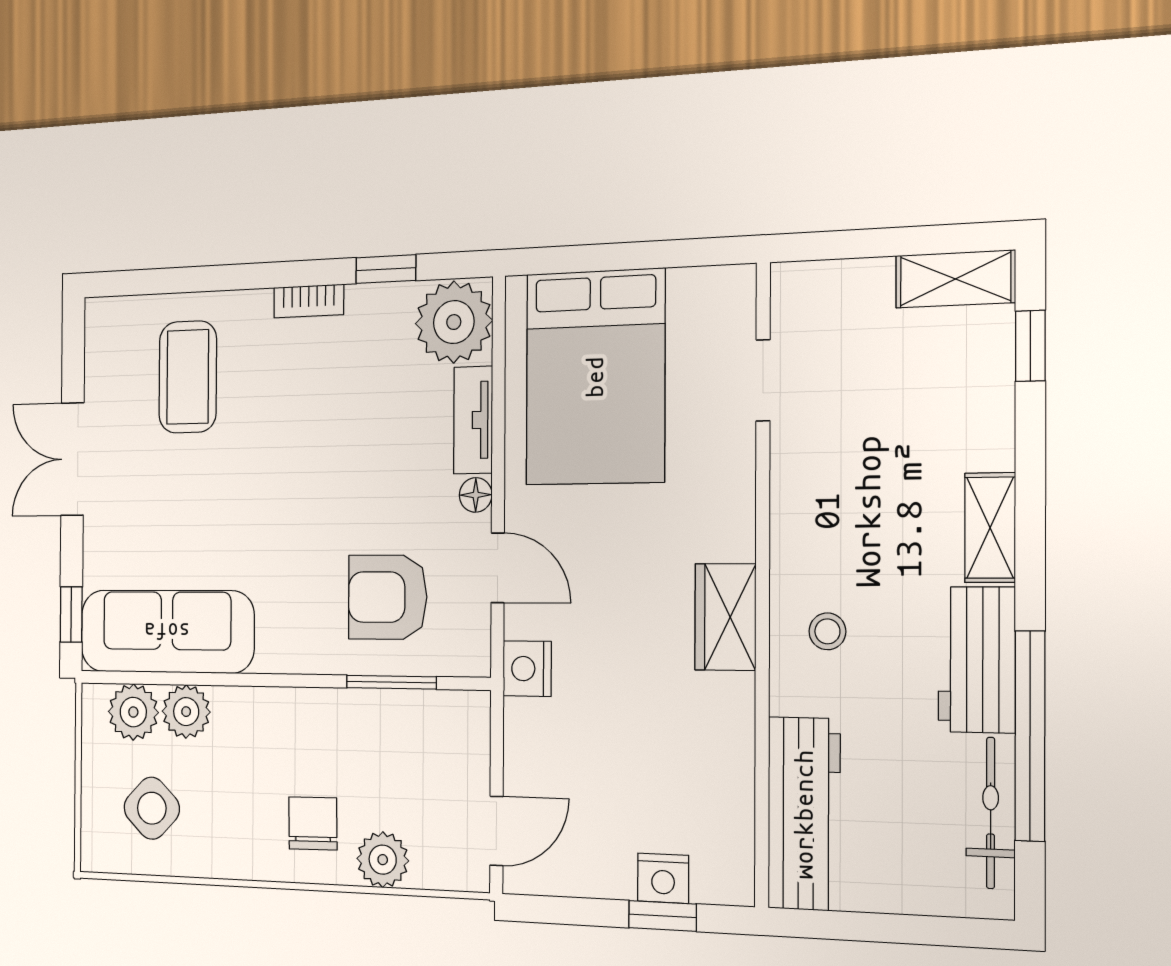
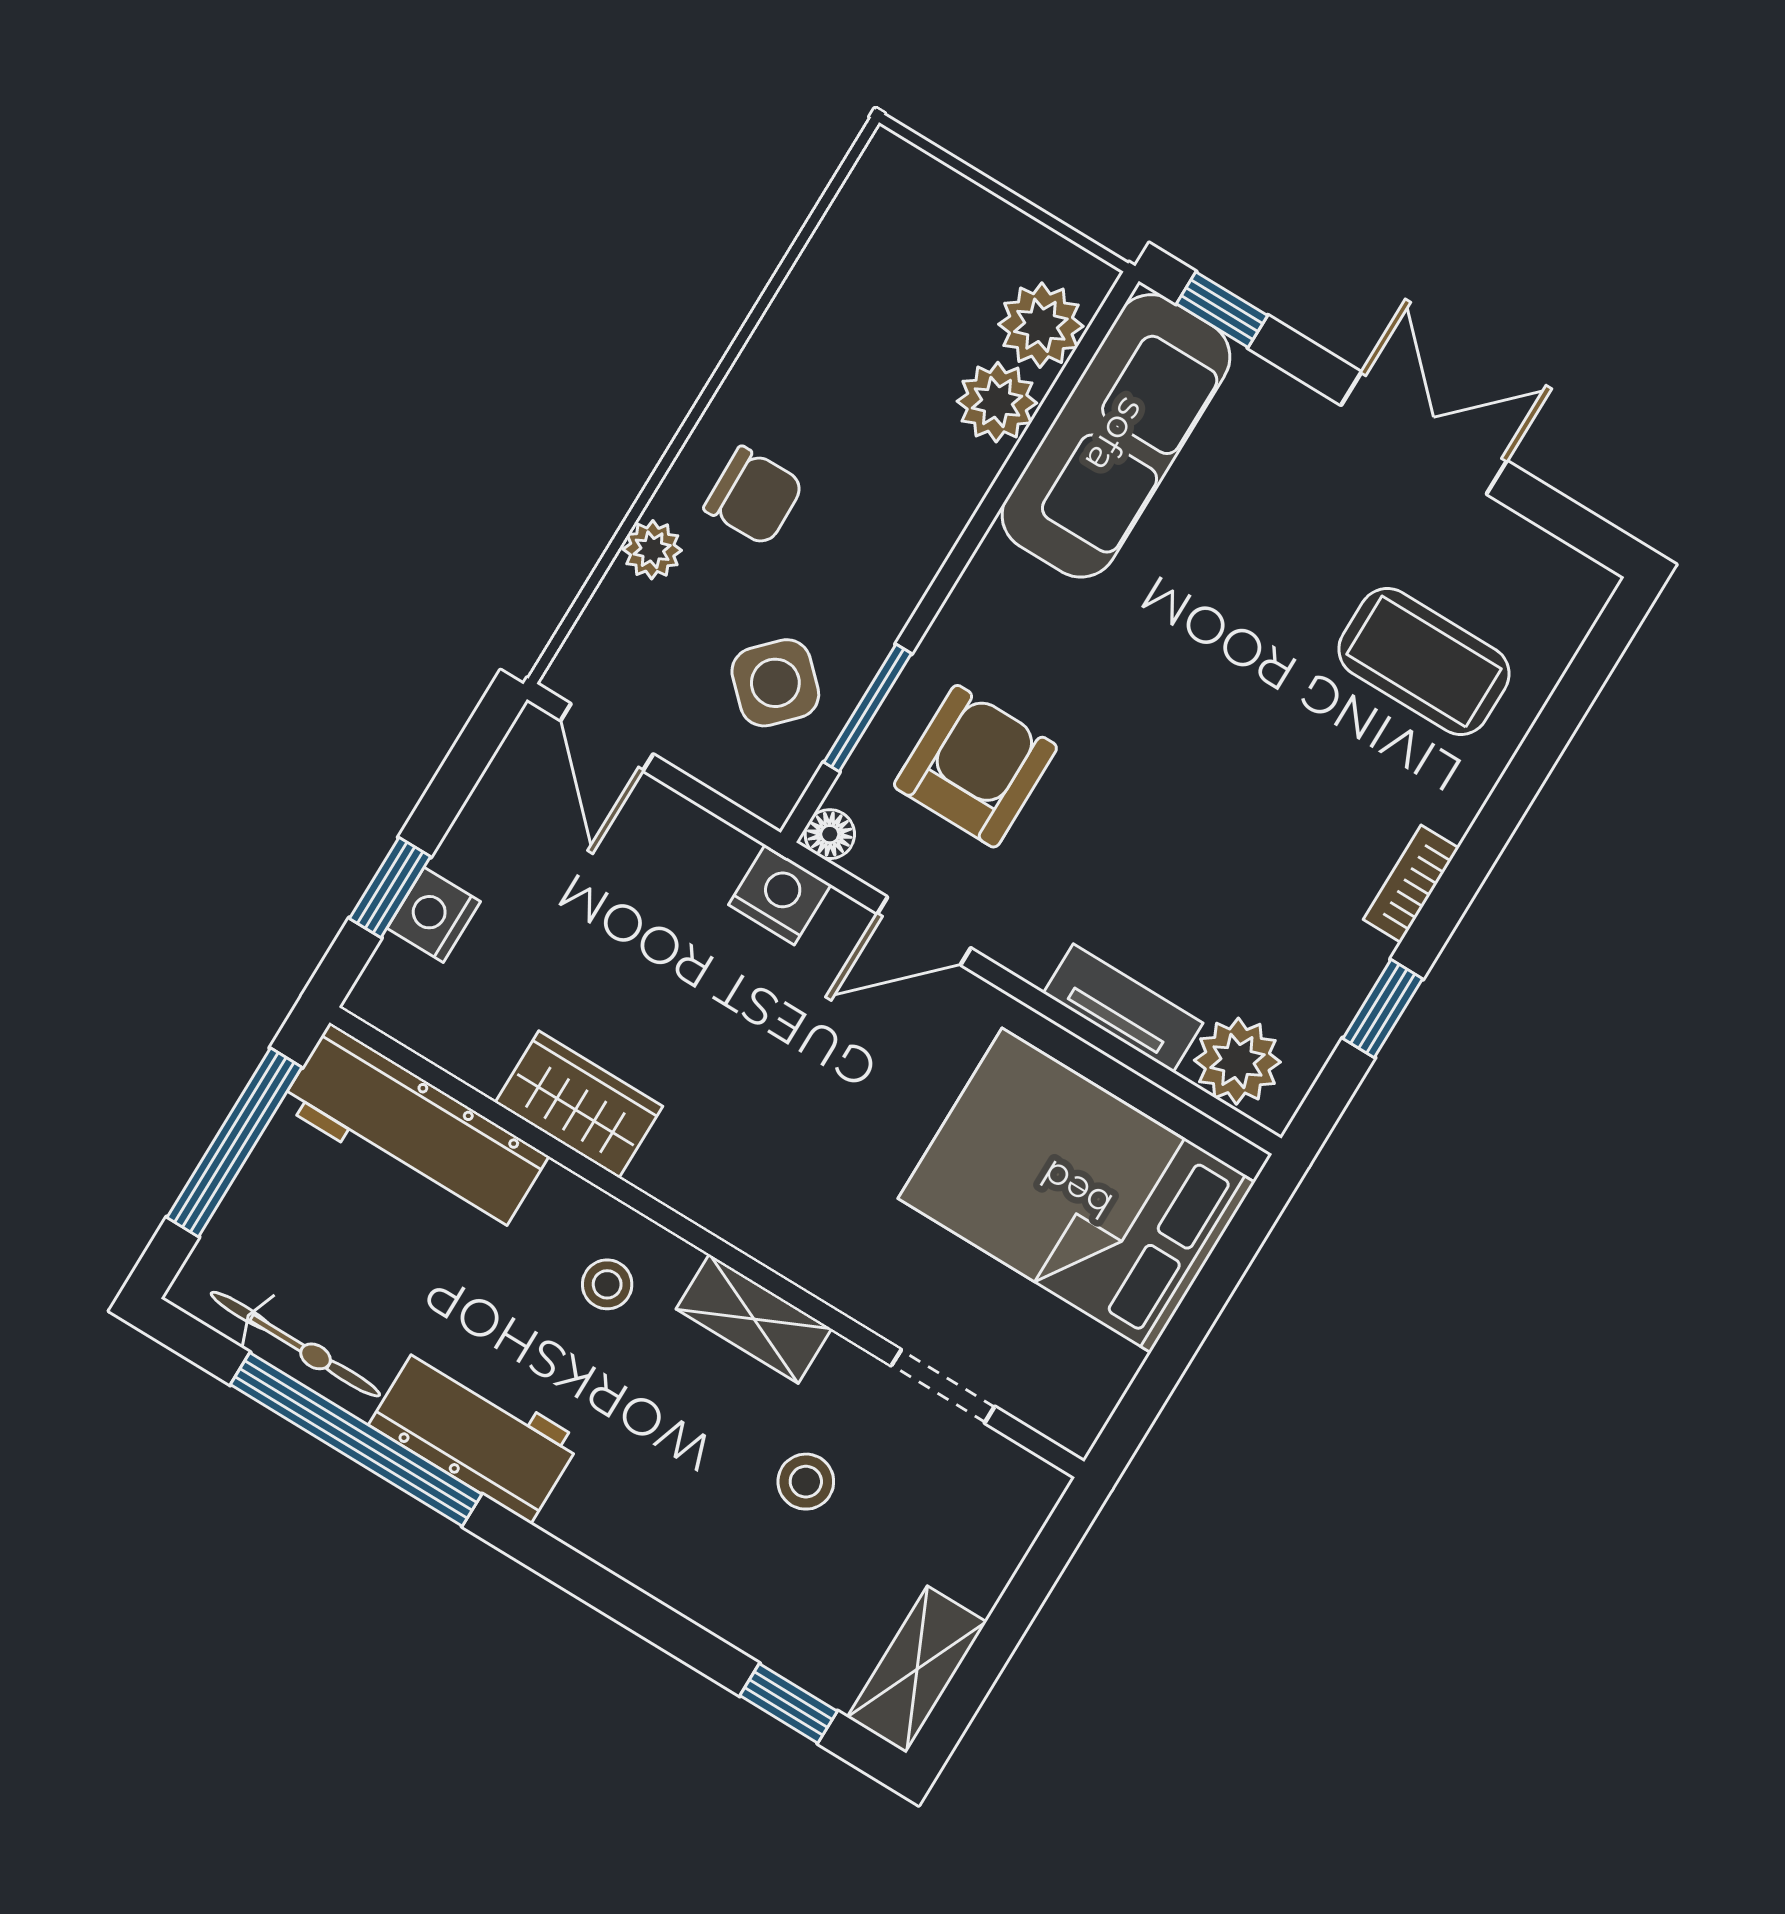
plant: (454, 322) -> (1237, 1061), width x0.73, depth x0.73
stool: (877, 427) -> (806, 1482), added
floor lamp: (476, 495) -> (830, 834), moved
shelving: (990, 528) -> (754, 1319), moved
wardrobe: (725, 617) -> (579, 1104), moved
side table: (152, 808) -> (775, 683), moved
plant: (383, 860) -> (652, 550), width x0.73, depth x0.73
window: (882, 928) -> (234, 1142), added

